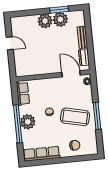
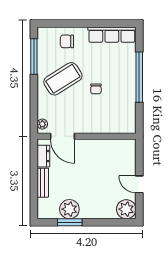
plant: (45, 21) -> (126, 209), moved
row of seats: (23, 94) -> (129, 116), removed
window: (97, 116) -> (34, 57), moved
coffee table: (75, 117) -> (63, 79), turned -45
plant: (28, 122) -> (126, 79), removed

